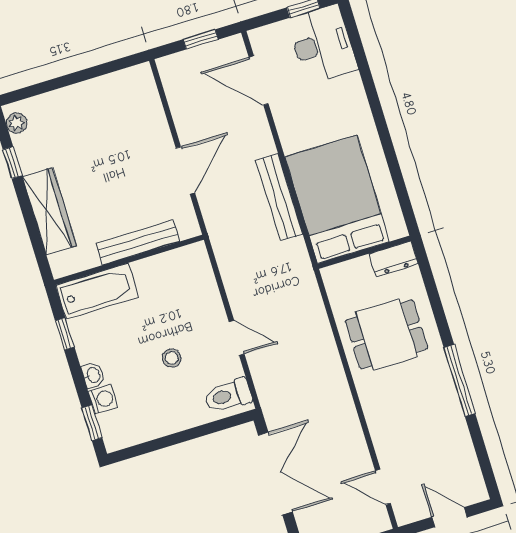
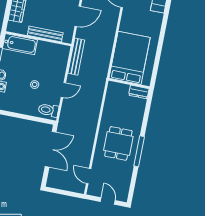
bench: (279, 197) -> (76, 57), moved
dining table: (386, 334) -> (118, 143), moved, turned 90
door: (237, 338) -> (63, 90), hinge flipped

